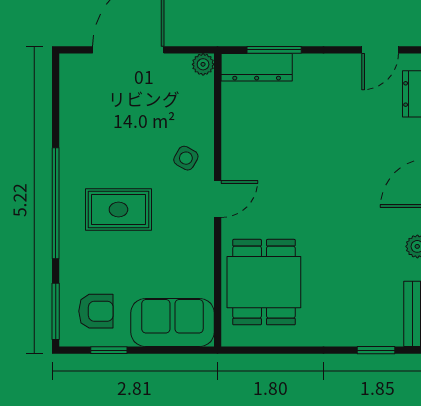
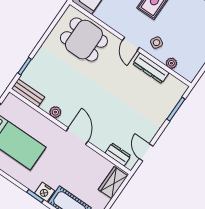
plant: (203, 64) -> (171, 63), moved
dresser: (257, 67) -> (151, 68), moved, turned -90

